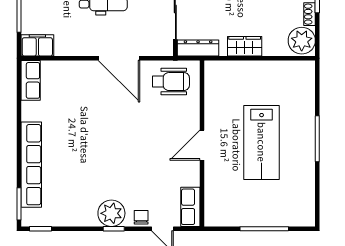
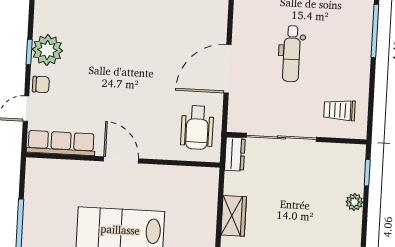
dresser: (198, 48) -> (235, 154), width x0.70
row of seats: (190, 207) -> (61, 143), width x1.48

